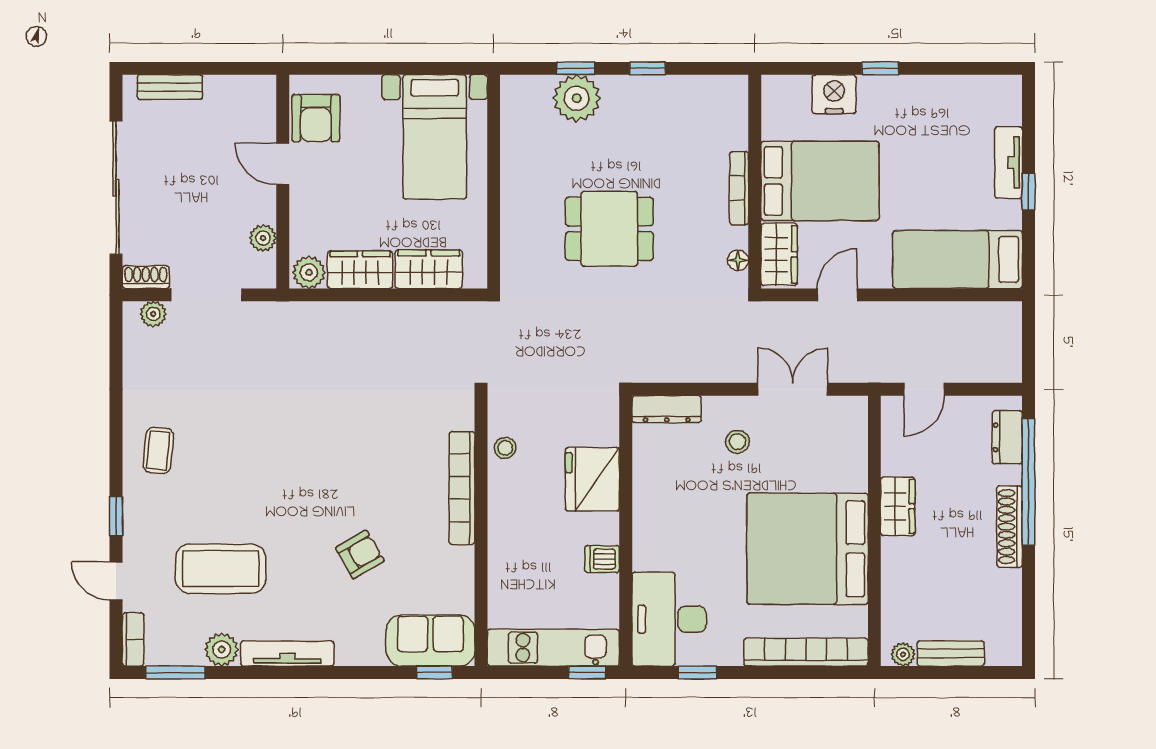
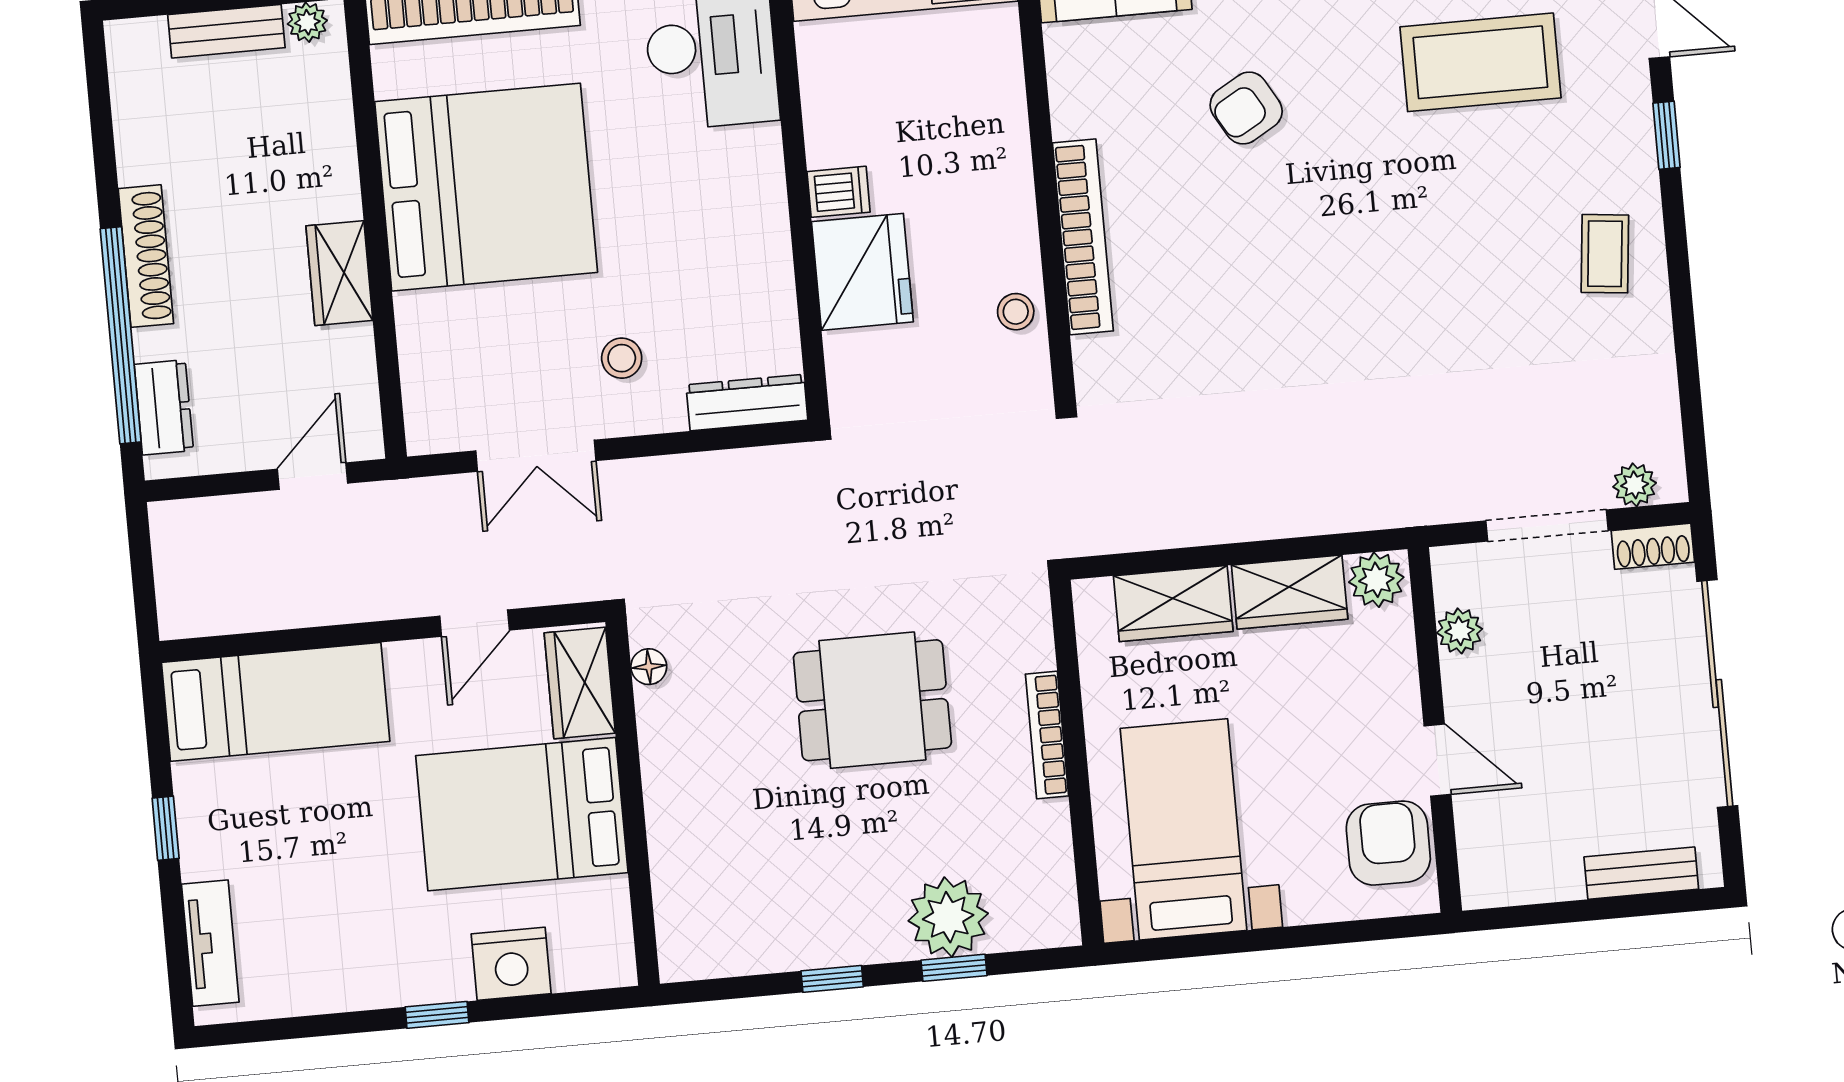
tv unit: (1009, 162) -> (210, 943), moved
bookcase: (739, 188) -> (1047, 735), moved, turned 180
dishwasher: (602, 559) -> (839, 192), moved

